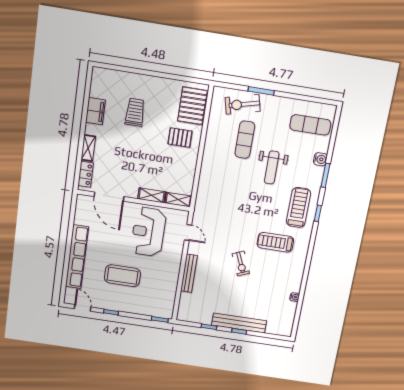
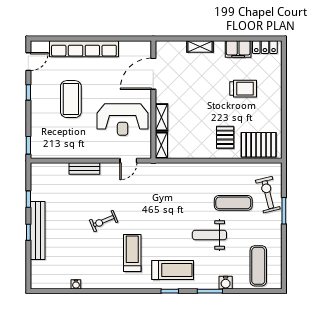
locker: (86, 174) -> (265, 47), moved
reception desk: (148, 232) -> (123, 119), turned 180
bench: (189, 273) -> (84, 169), width x0.73

